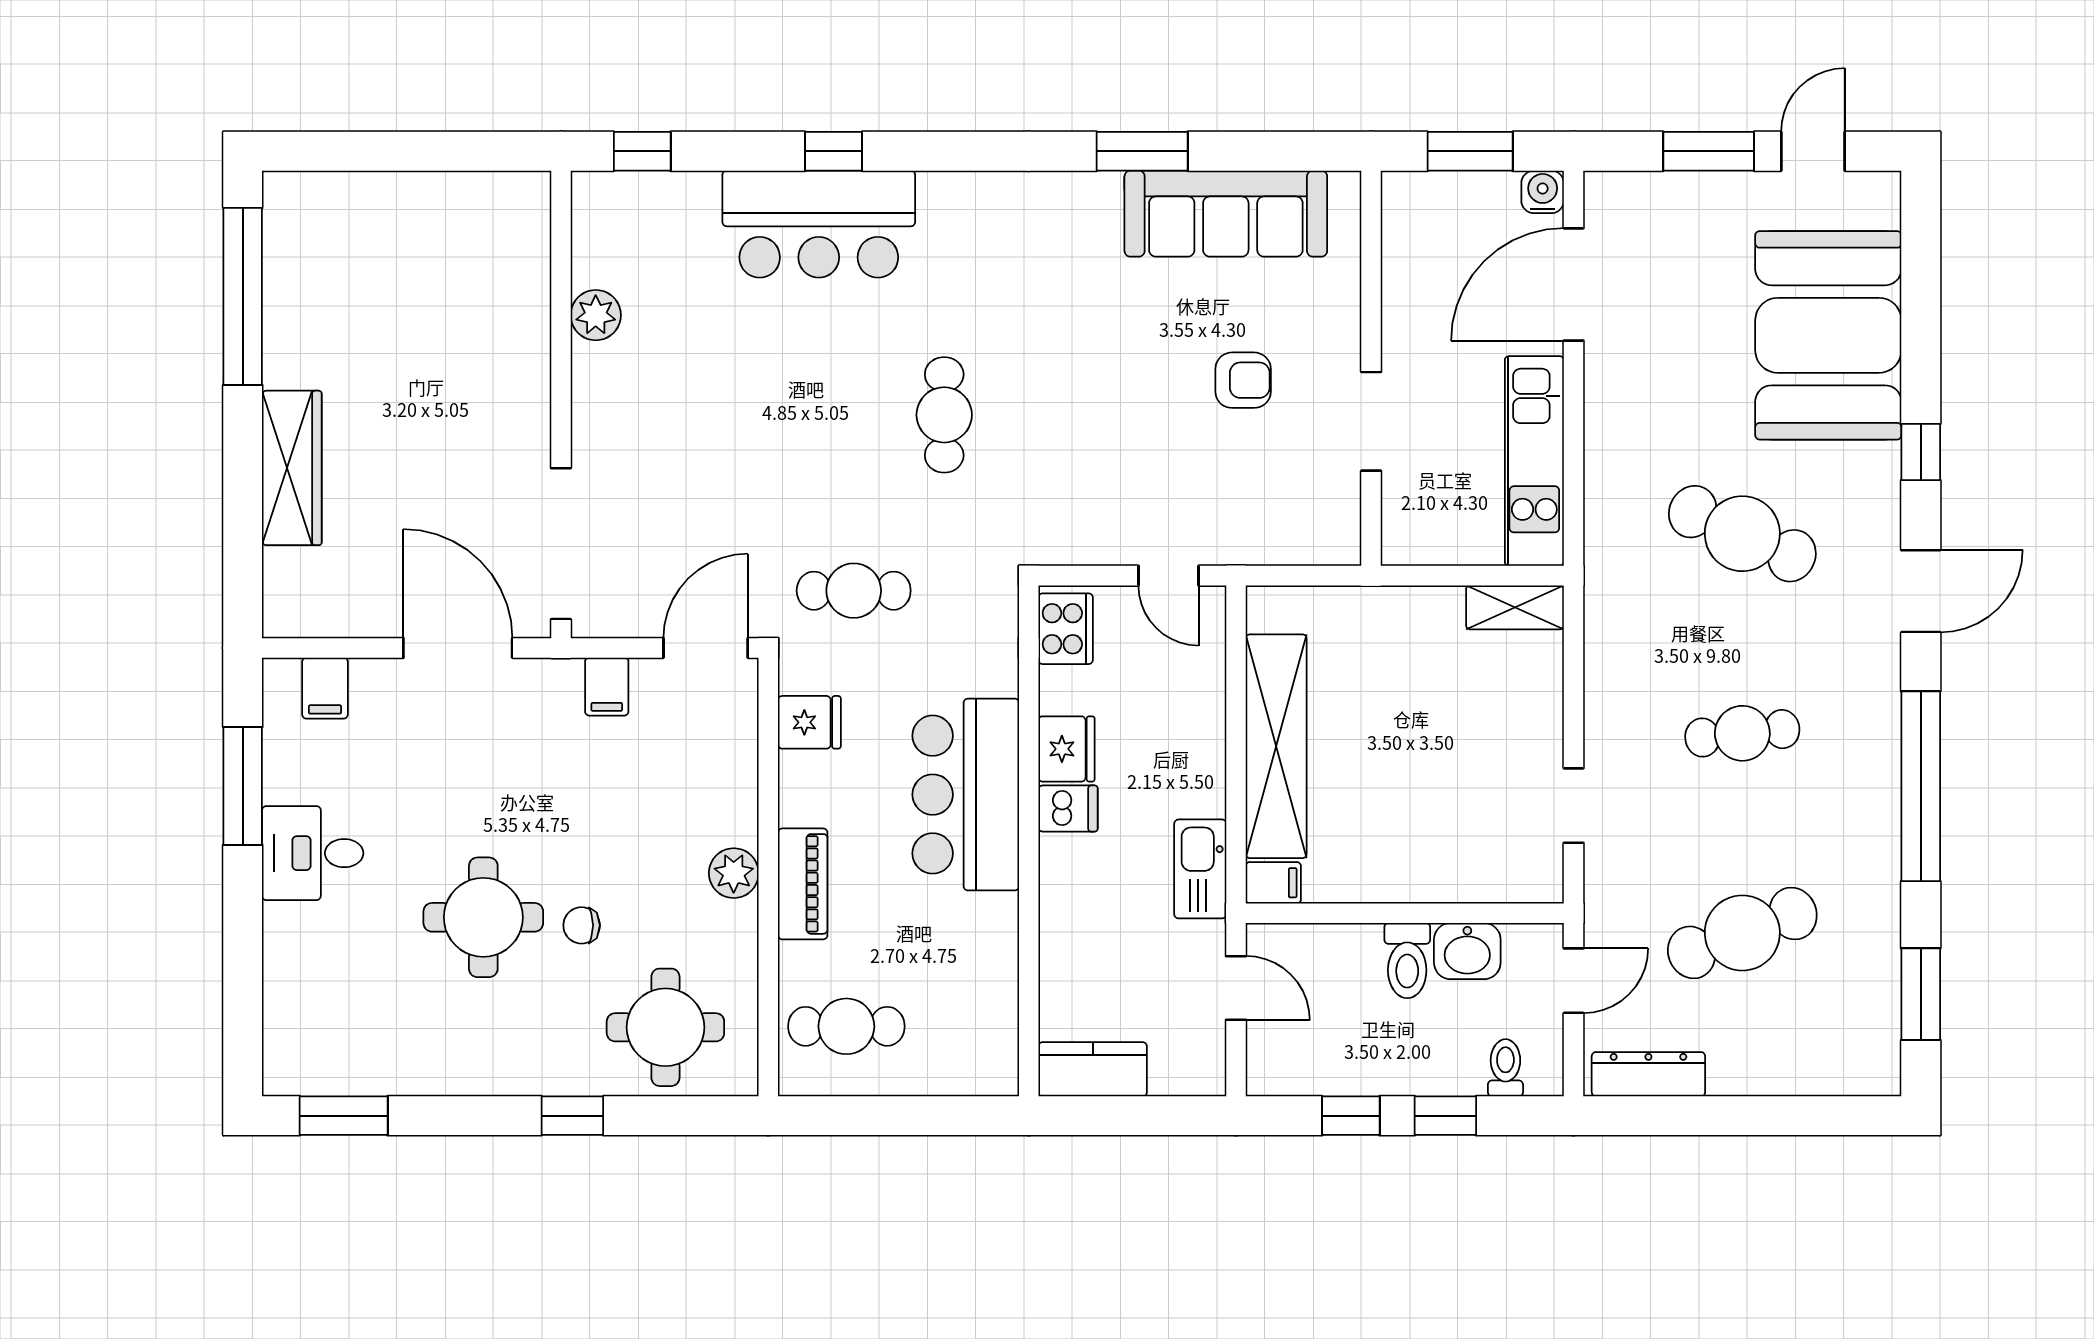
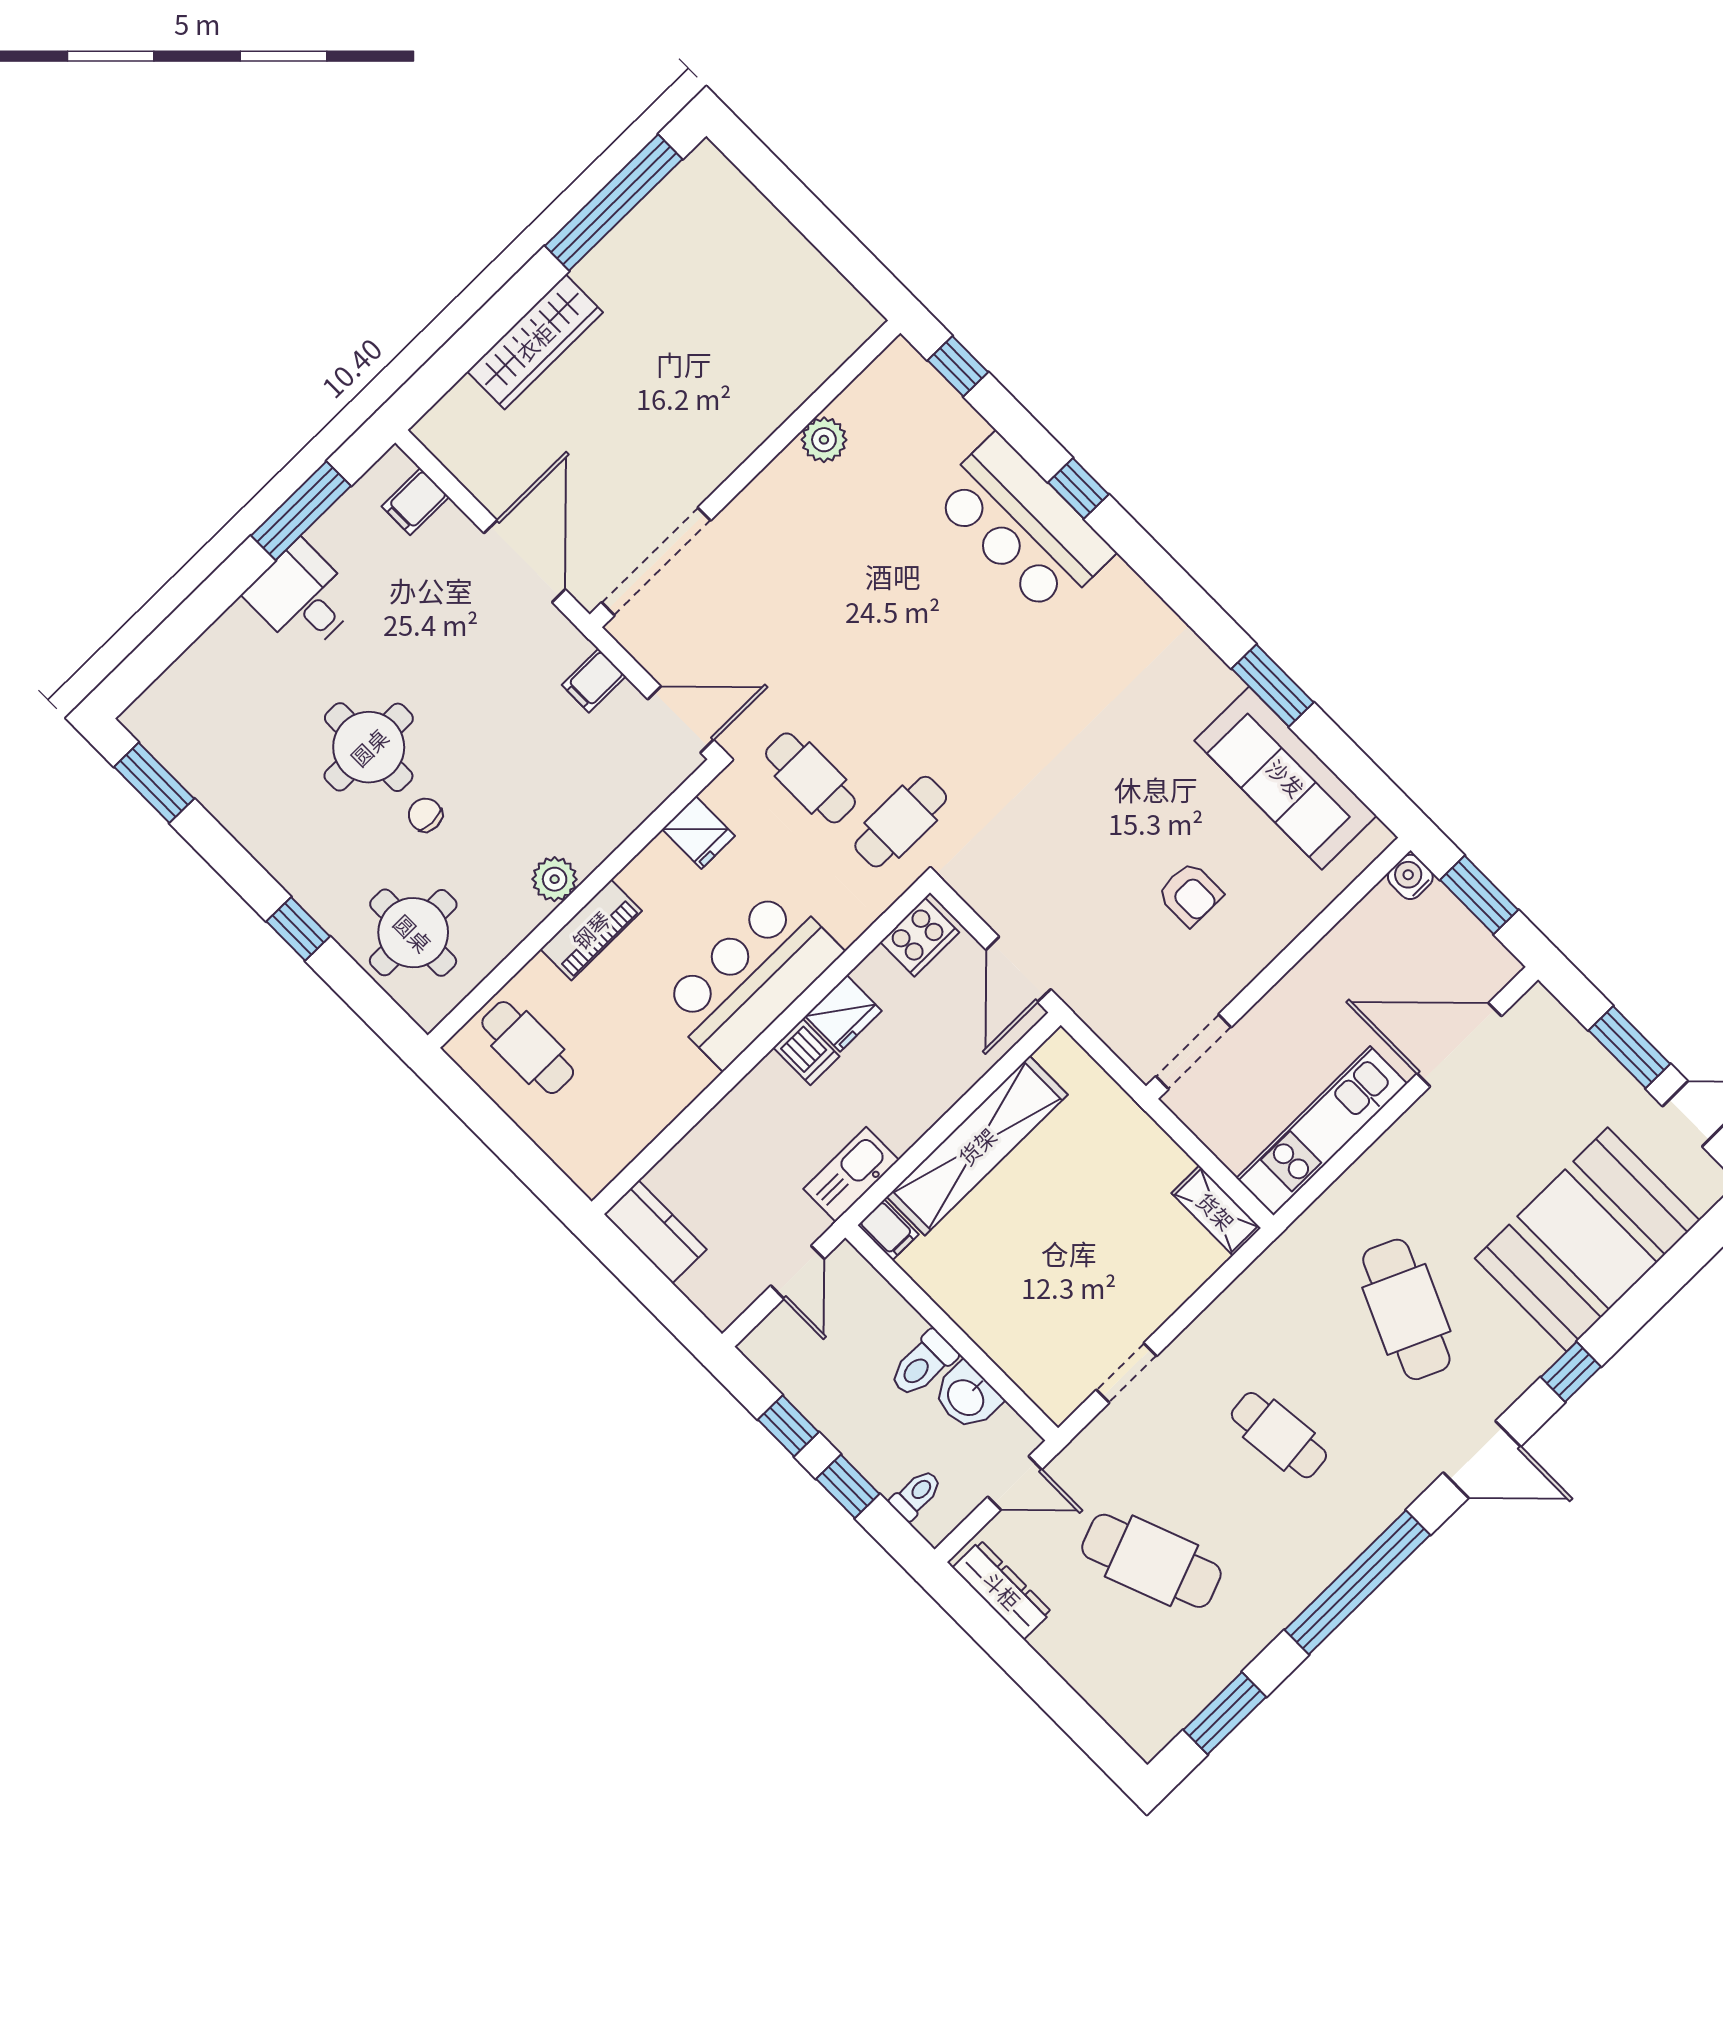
water cooler: (1543, 192) -> (1410, 877), moved, turned -90
cafe table: (944, 415) -> (901, 822), moved
doorway: (1371, 421) -> (1193, 1052), moved
door: (1169, 576) -> (1018, 969), width x1.38

